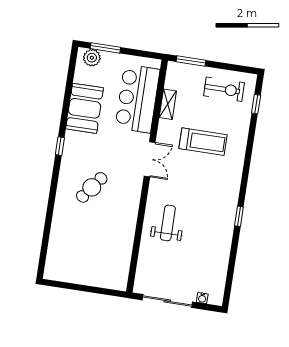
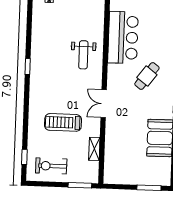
plant: (92, 58) -> (159, 179), removed
bar counter: (137, 99) -> (123, 37), moved

